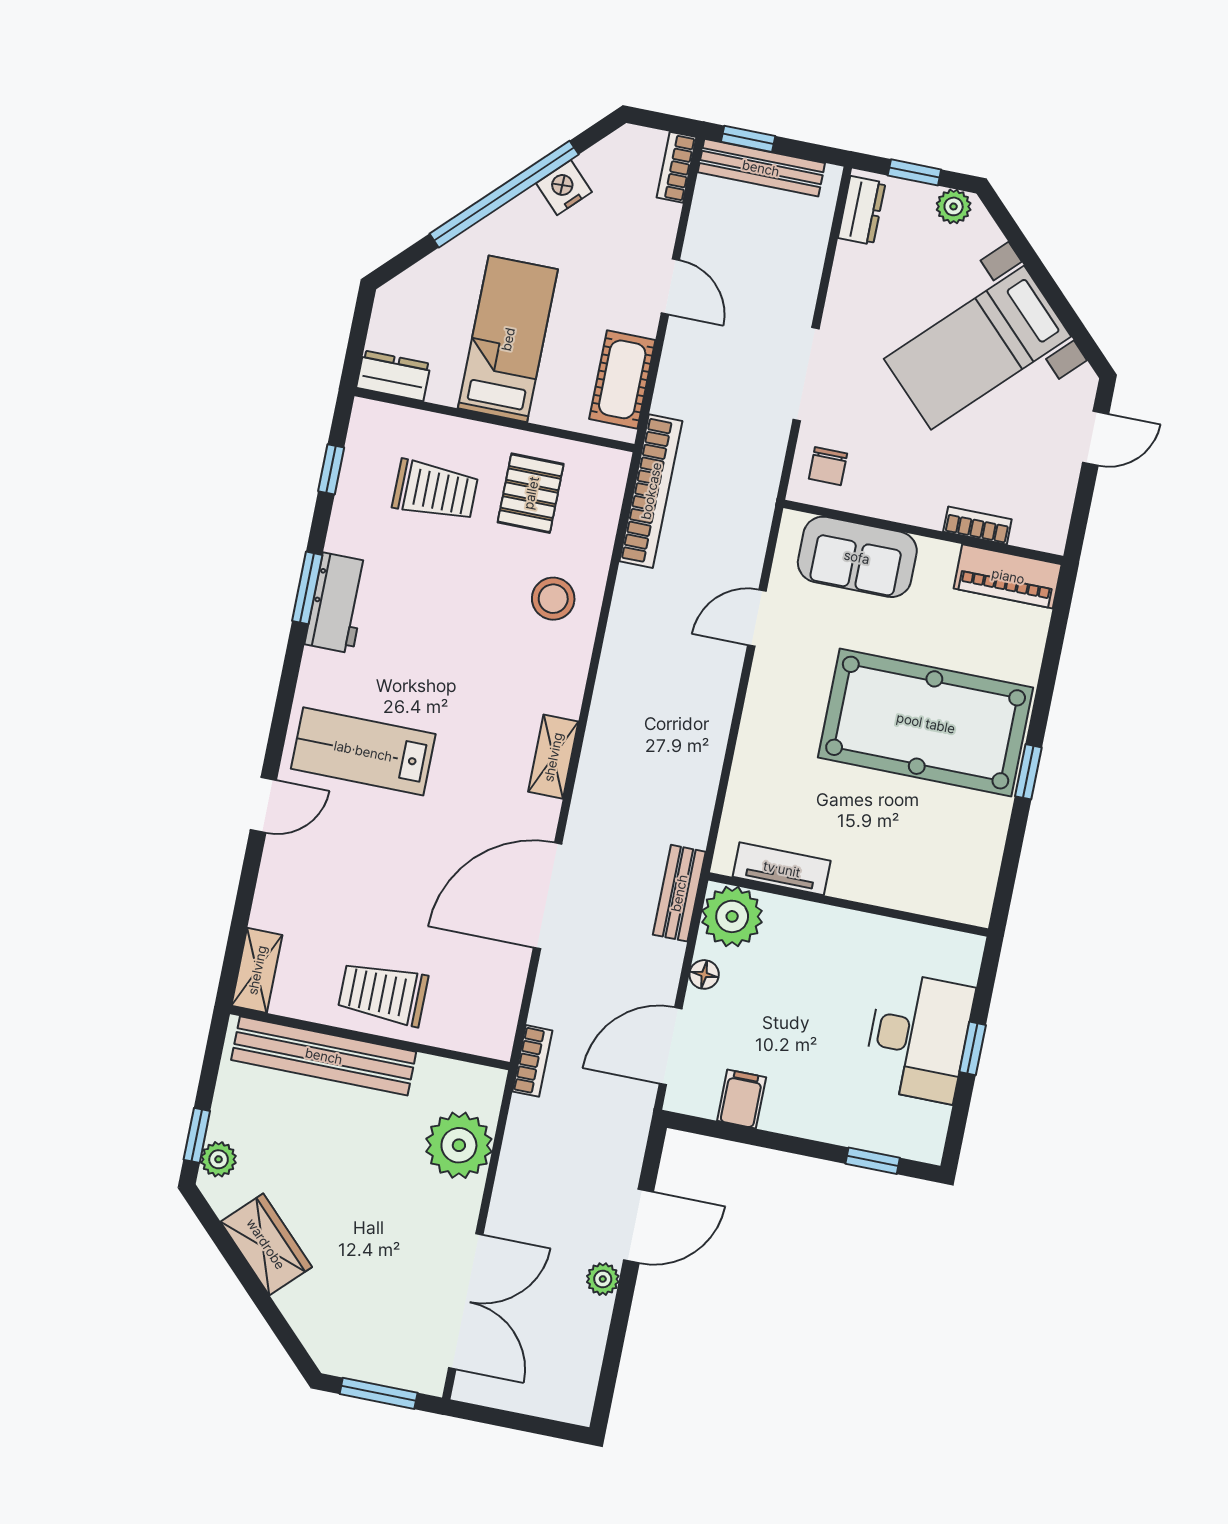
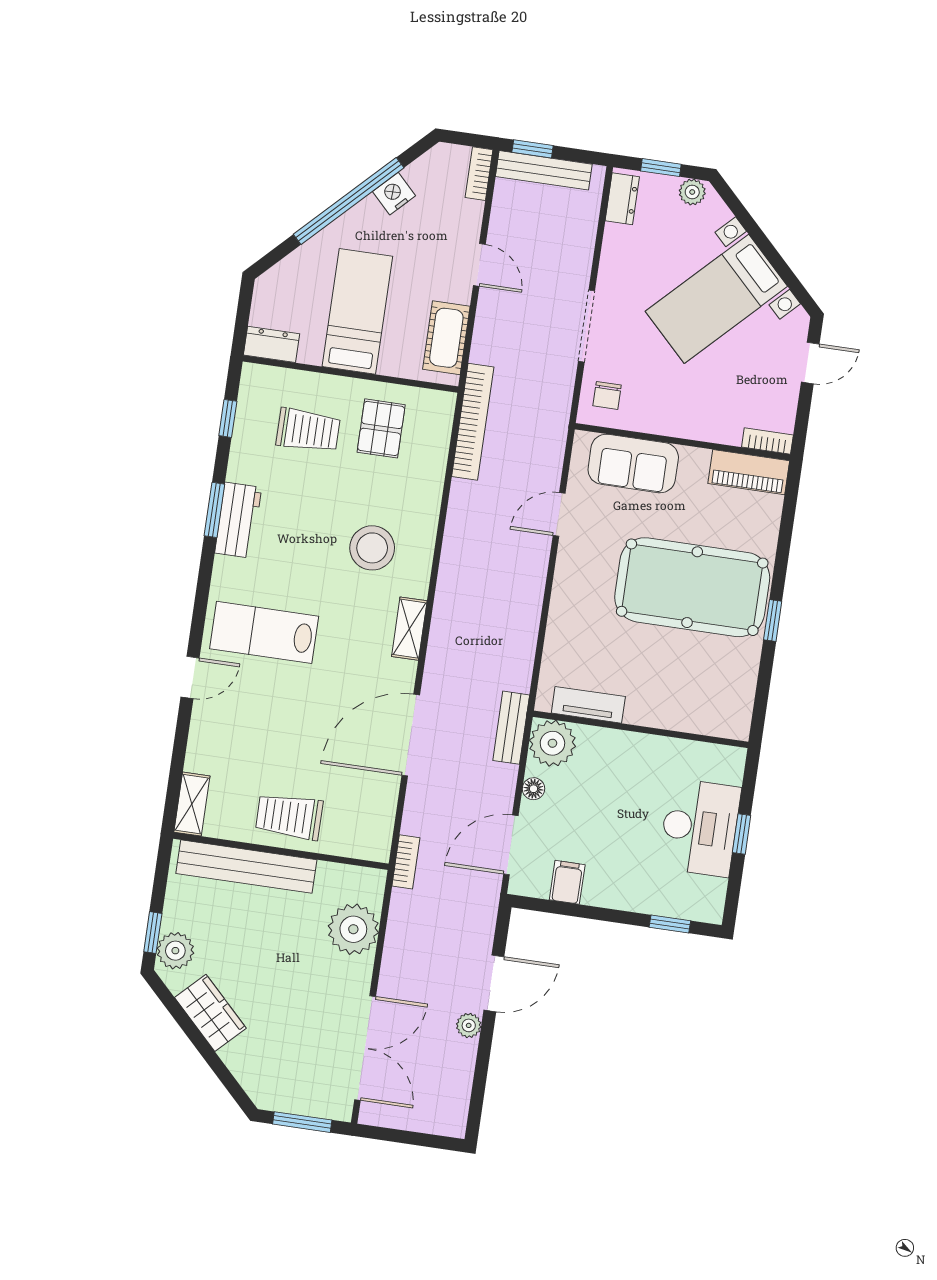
bookcase: (977, 525) -> (767, 441), moved
stool: (553, 599) -> (372, 548), moved, width x1.38, depth x1.38
plant: (219, 1159) -> (175, 951), width x1.38, depth x1.38

